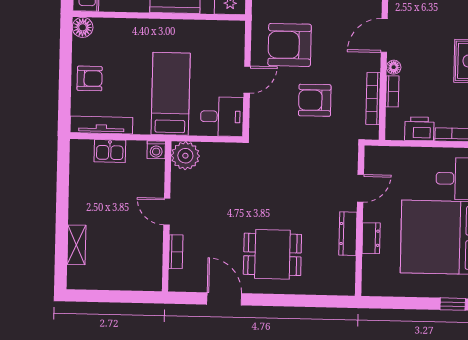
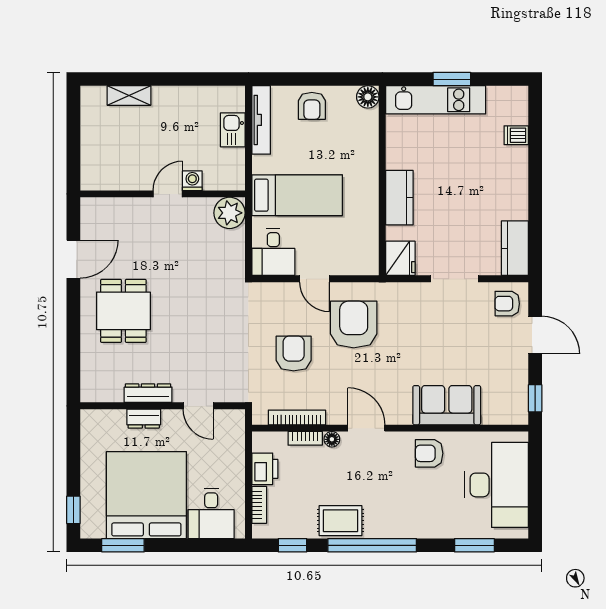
washing machine: (156, 150) -> (192, 181), moved, turned 90
bookcase: (176, 252) -> (124, 205), removed

